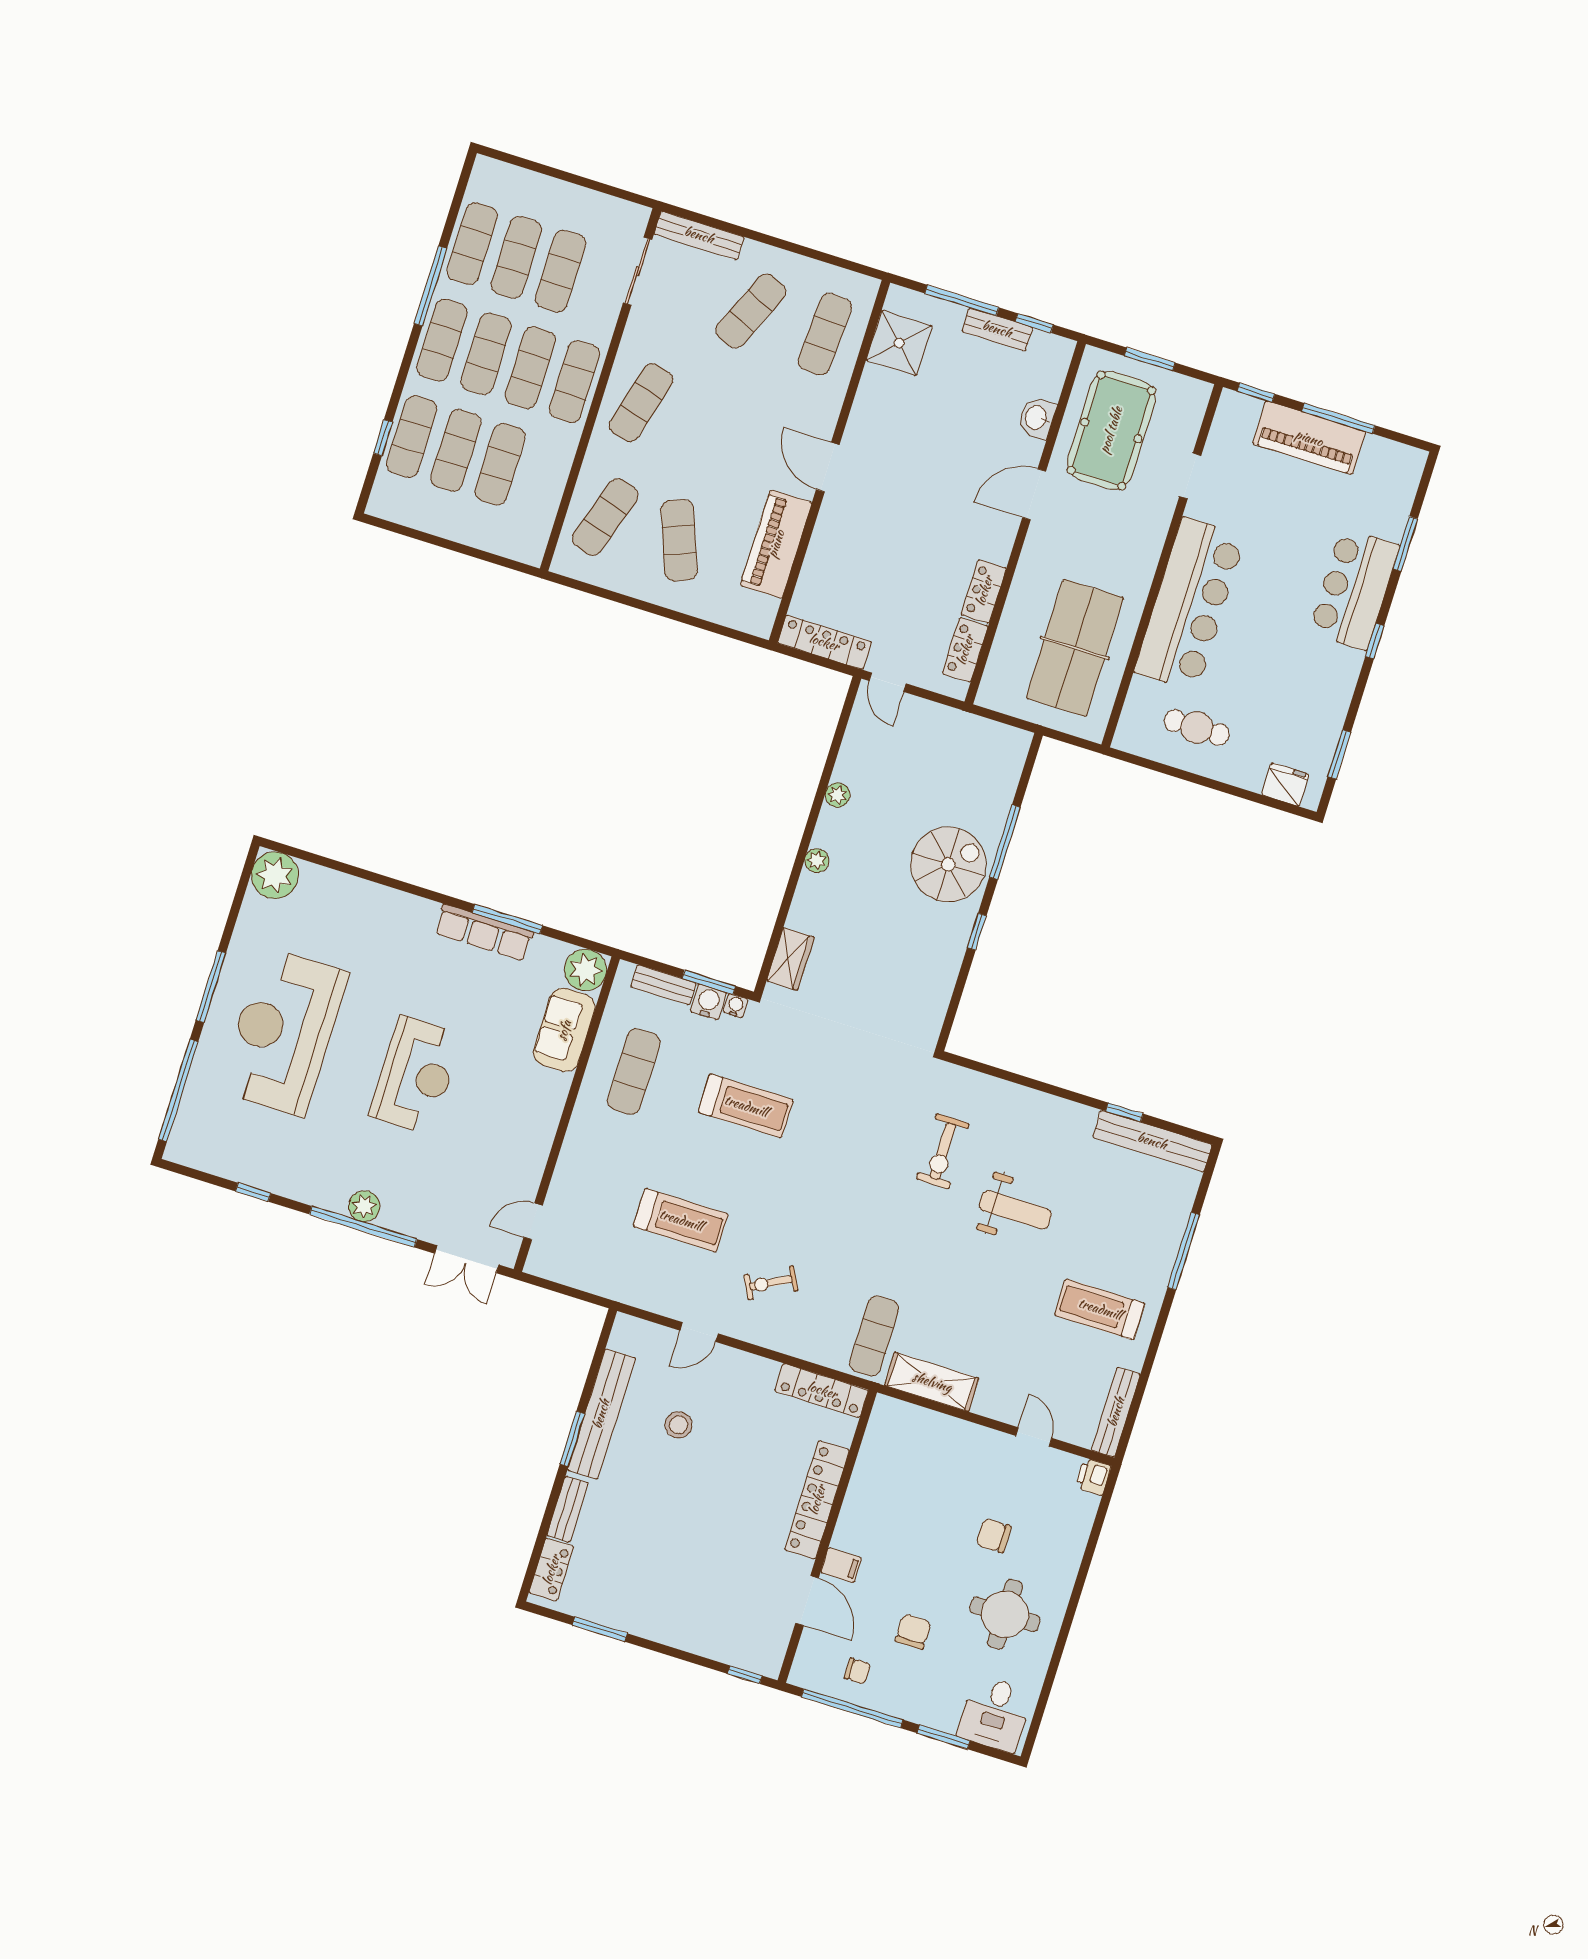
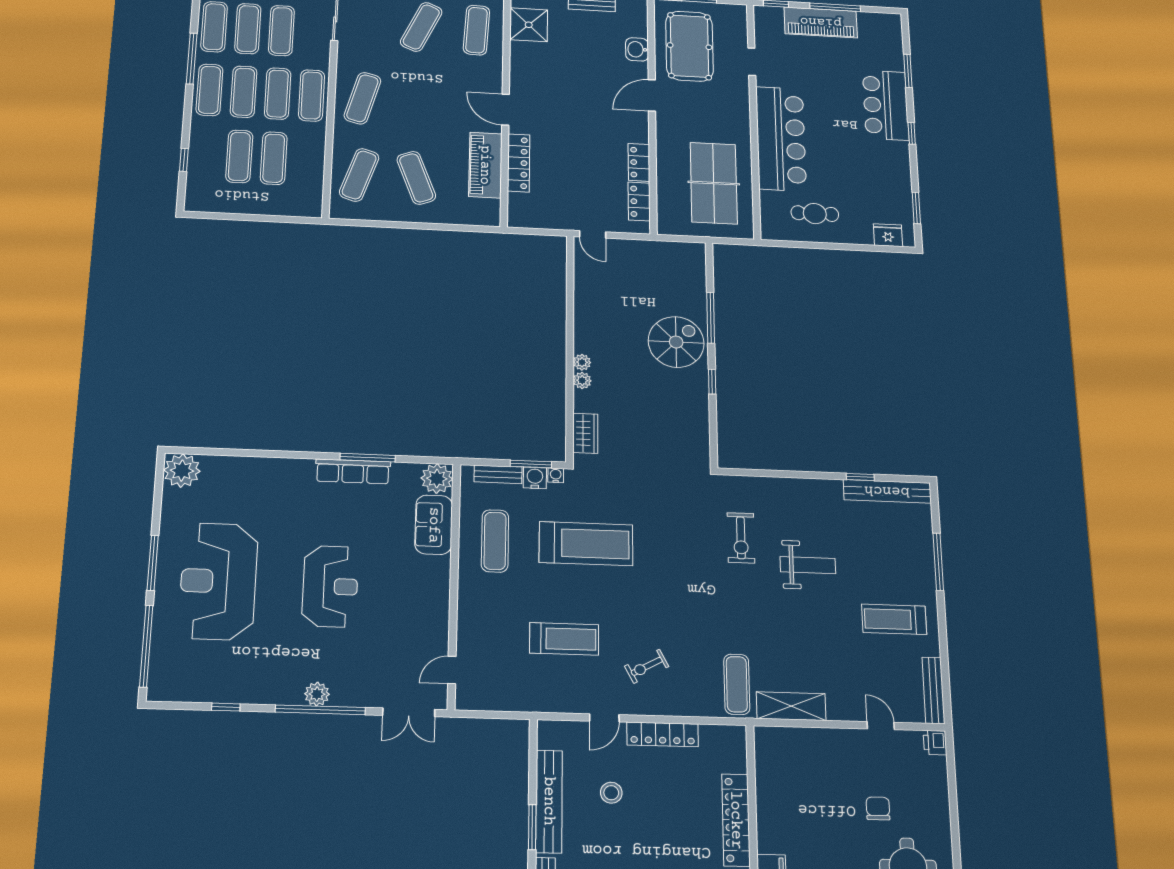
exercise mat: (412, 437) -> (205, 155), removed
locker: (824, 642) -> (519, 163), moved, turned 90
plant: (838, 795) -> (582, 380), moved
treadmill: (746, 1106) -> (586, 544), width x1.37, depth x1.38
locker: (822, 1390) -> (663, 734), moved
chair: (994, 1536) -> (878, 808), turned 90

